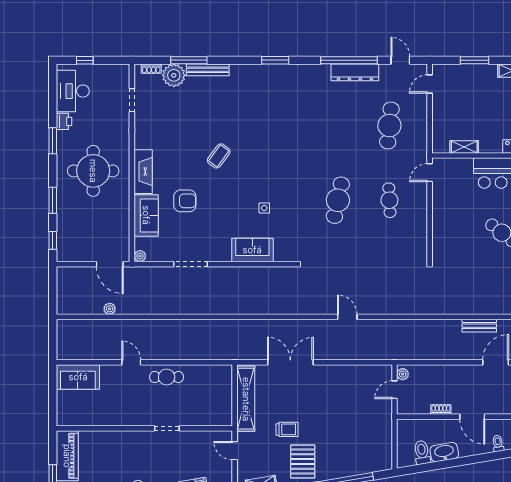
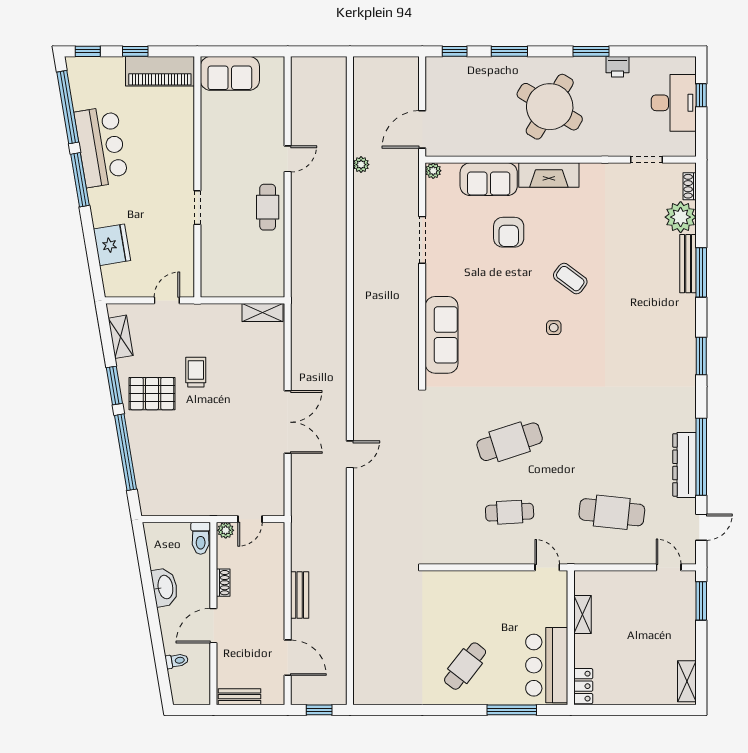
window: (189, 60) -> (701, 272), moved
window: (475, 60) -> (701, 601), moved
desk: (73, 91) -> (674, 103), moved, turned 90
round table: (93, 171) -> (550, 107), turned 31
cafe table: (338, 200) -> (510, 442), turned -30
side table: (264, 208) -> (554, 328), moved
sofa: (252, 250) -> (442, 335), width x1.36
plant: (110, 309) -> (361, 165), moved
bench: (479, 326) -> (300, 595), moved
double door: (290, 362) -> (288, 422), moved
plant: (403, 374) -> (226, 530), moved
sofa: (78, 377) -> (230, 73), moved, turned -90
door: (394, 390) -> (250, 519), swing flipped
shelving: (246, 399) -> (262, 312), width x0.45, depth x0.75
trolley: (287, 429) -> (196, 372), turned 180
toilet: (422, 452) -> (201, 538), moved, turned 99

